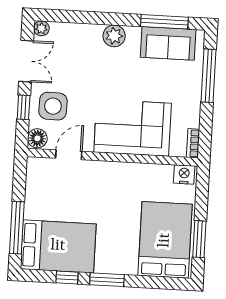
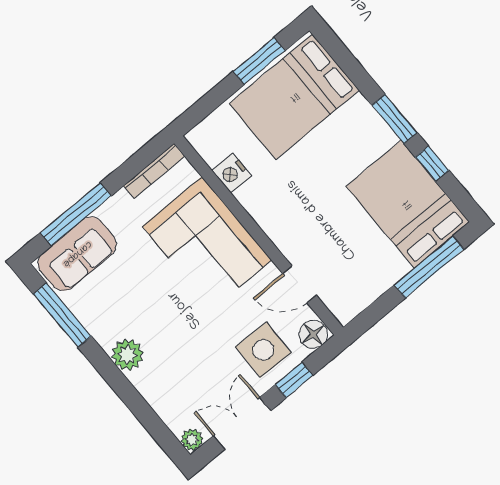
sofa: (168, 43) -> (77, 254), moved, turned 90
bookcase: (193, 143) -> (154, 171), width x1.56
nightstand: (184, 174) -> (232, 173), moved

